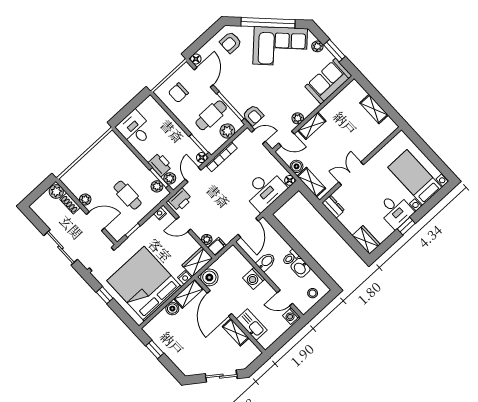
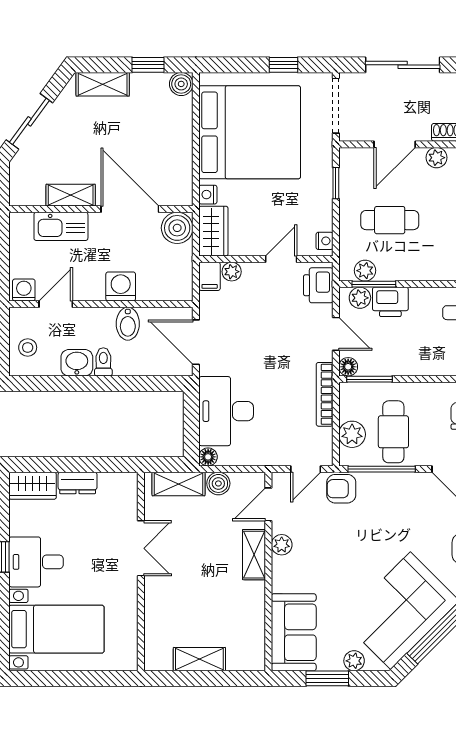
dresser: (333, 207) -> (78, 483), moved
shelving: (189, 294) -> (103, 84), moved, turned 90
boiler: (172, 309) -> (181, 84), moved

